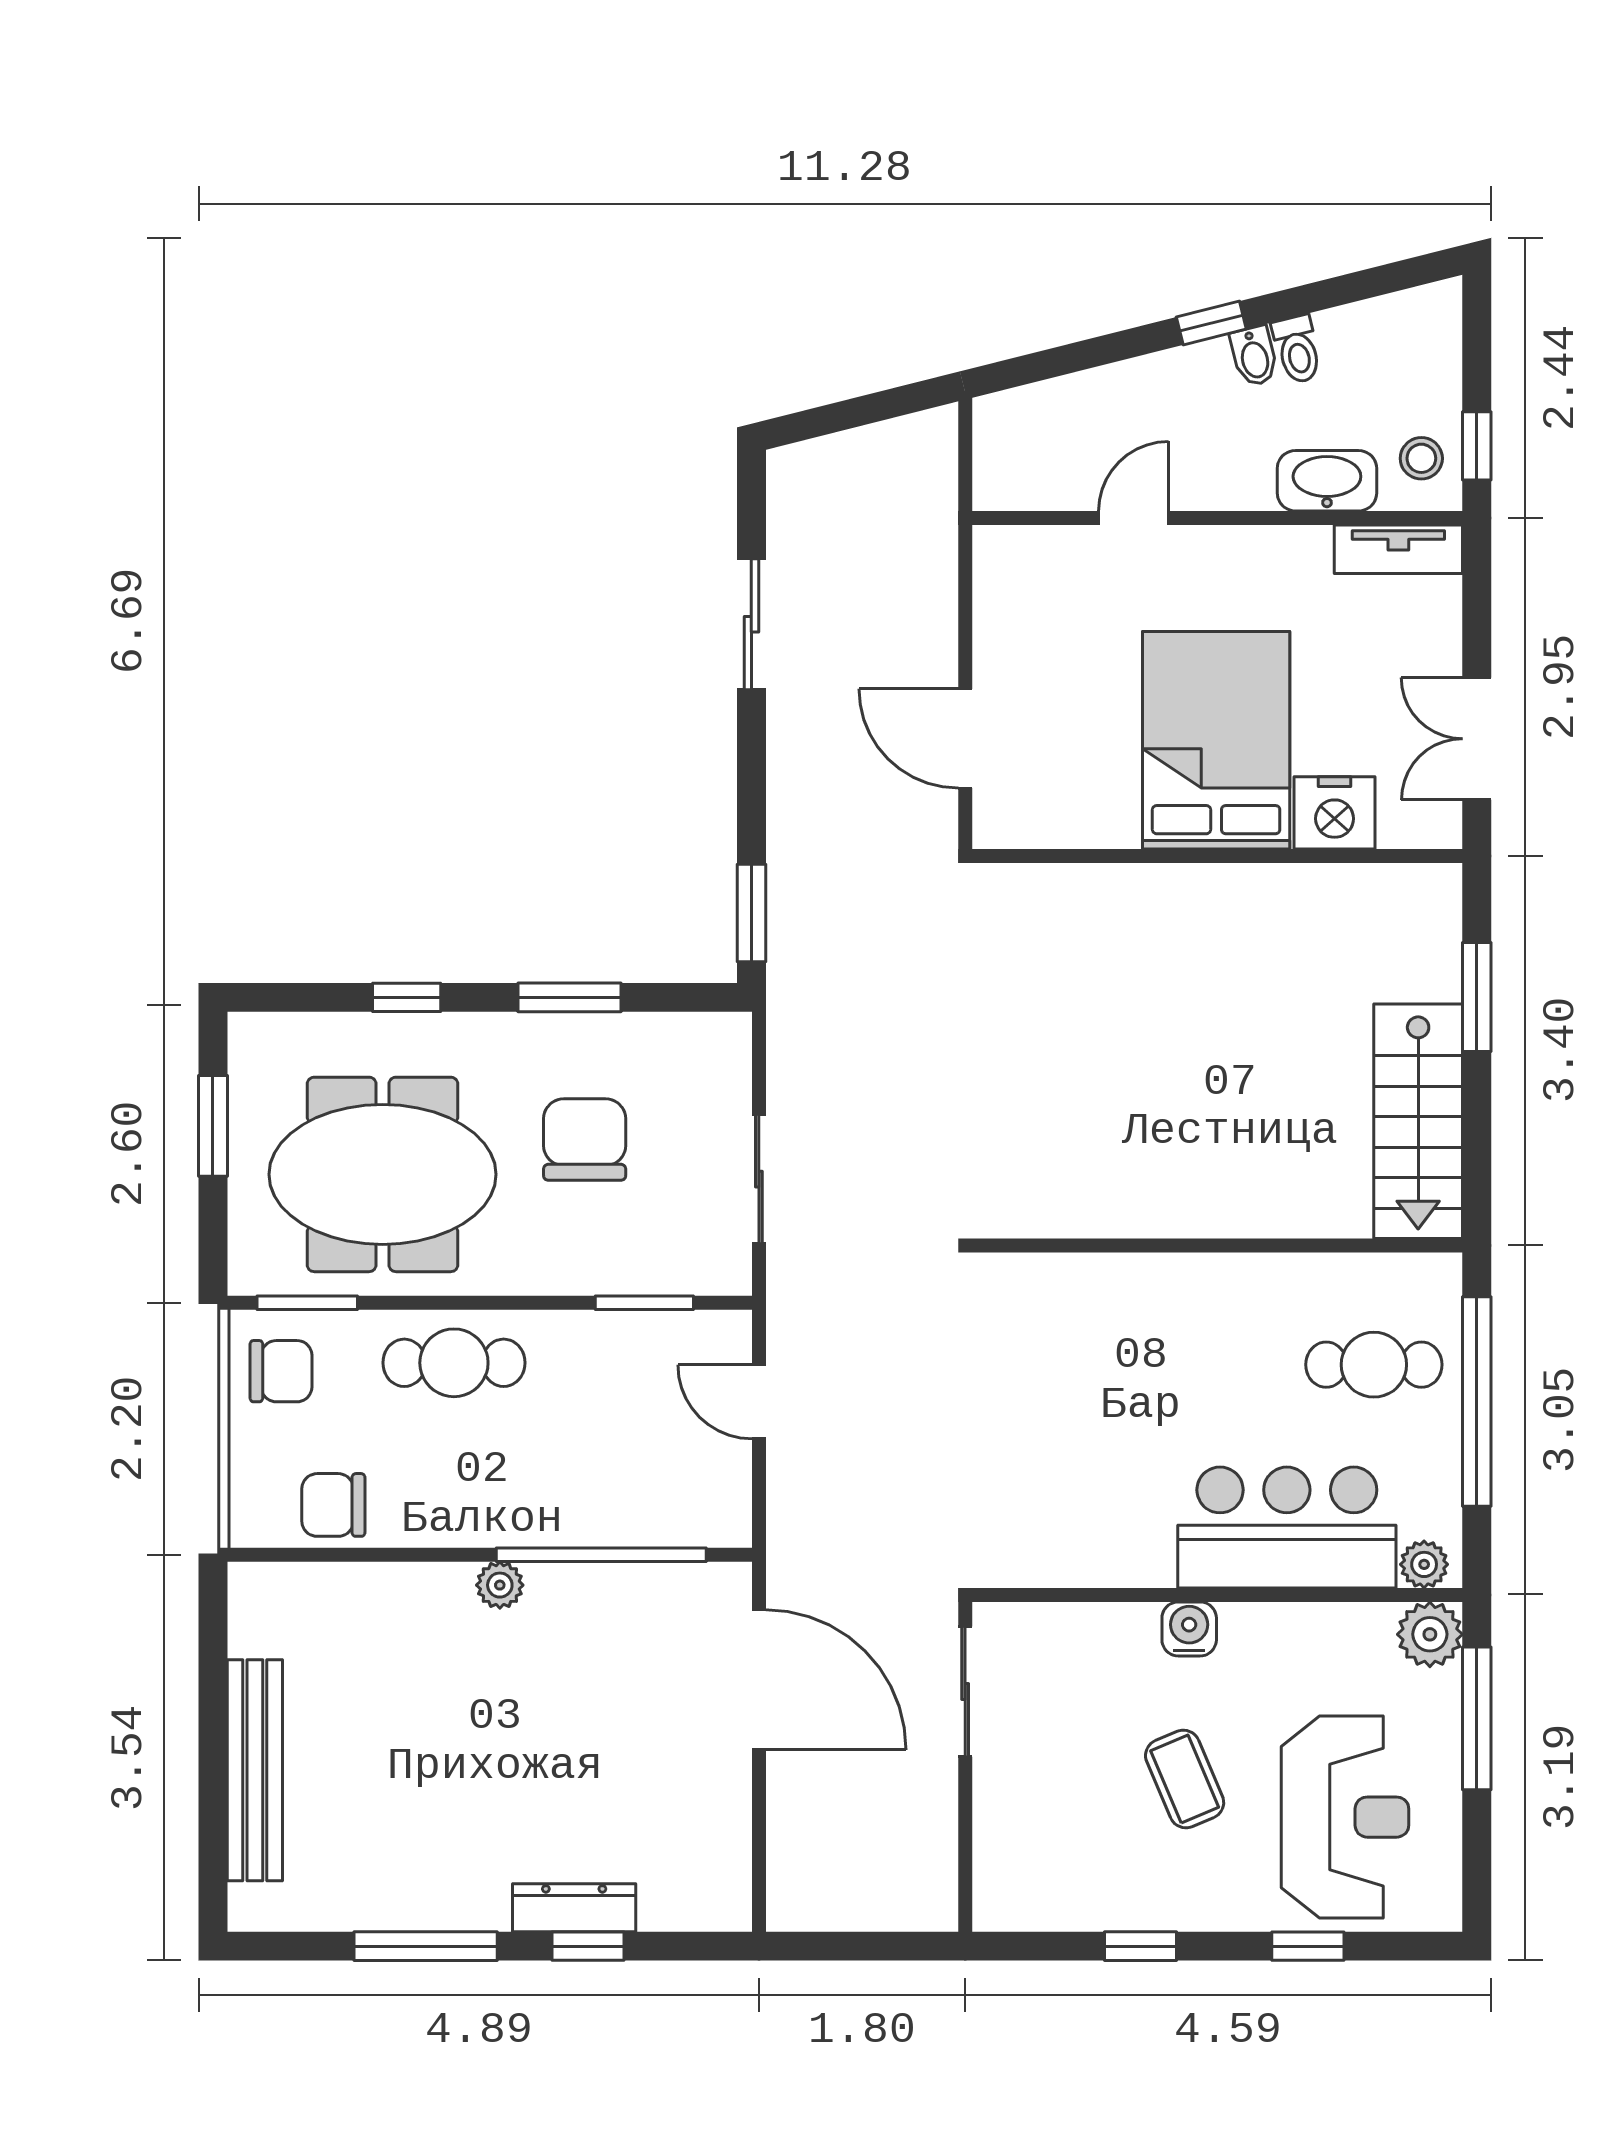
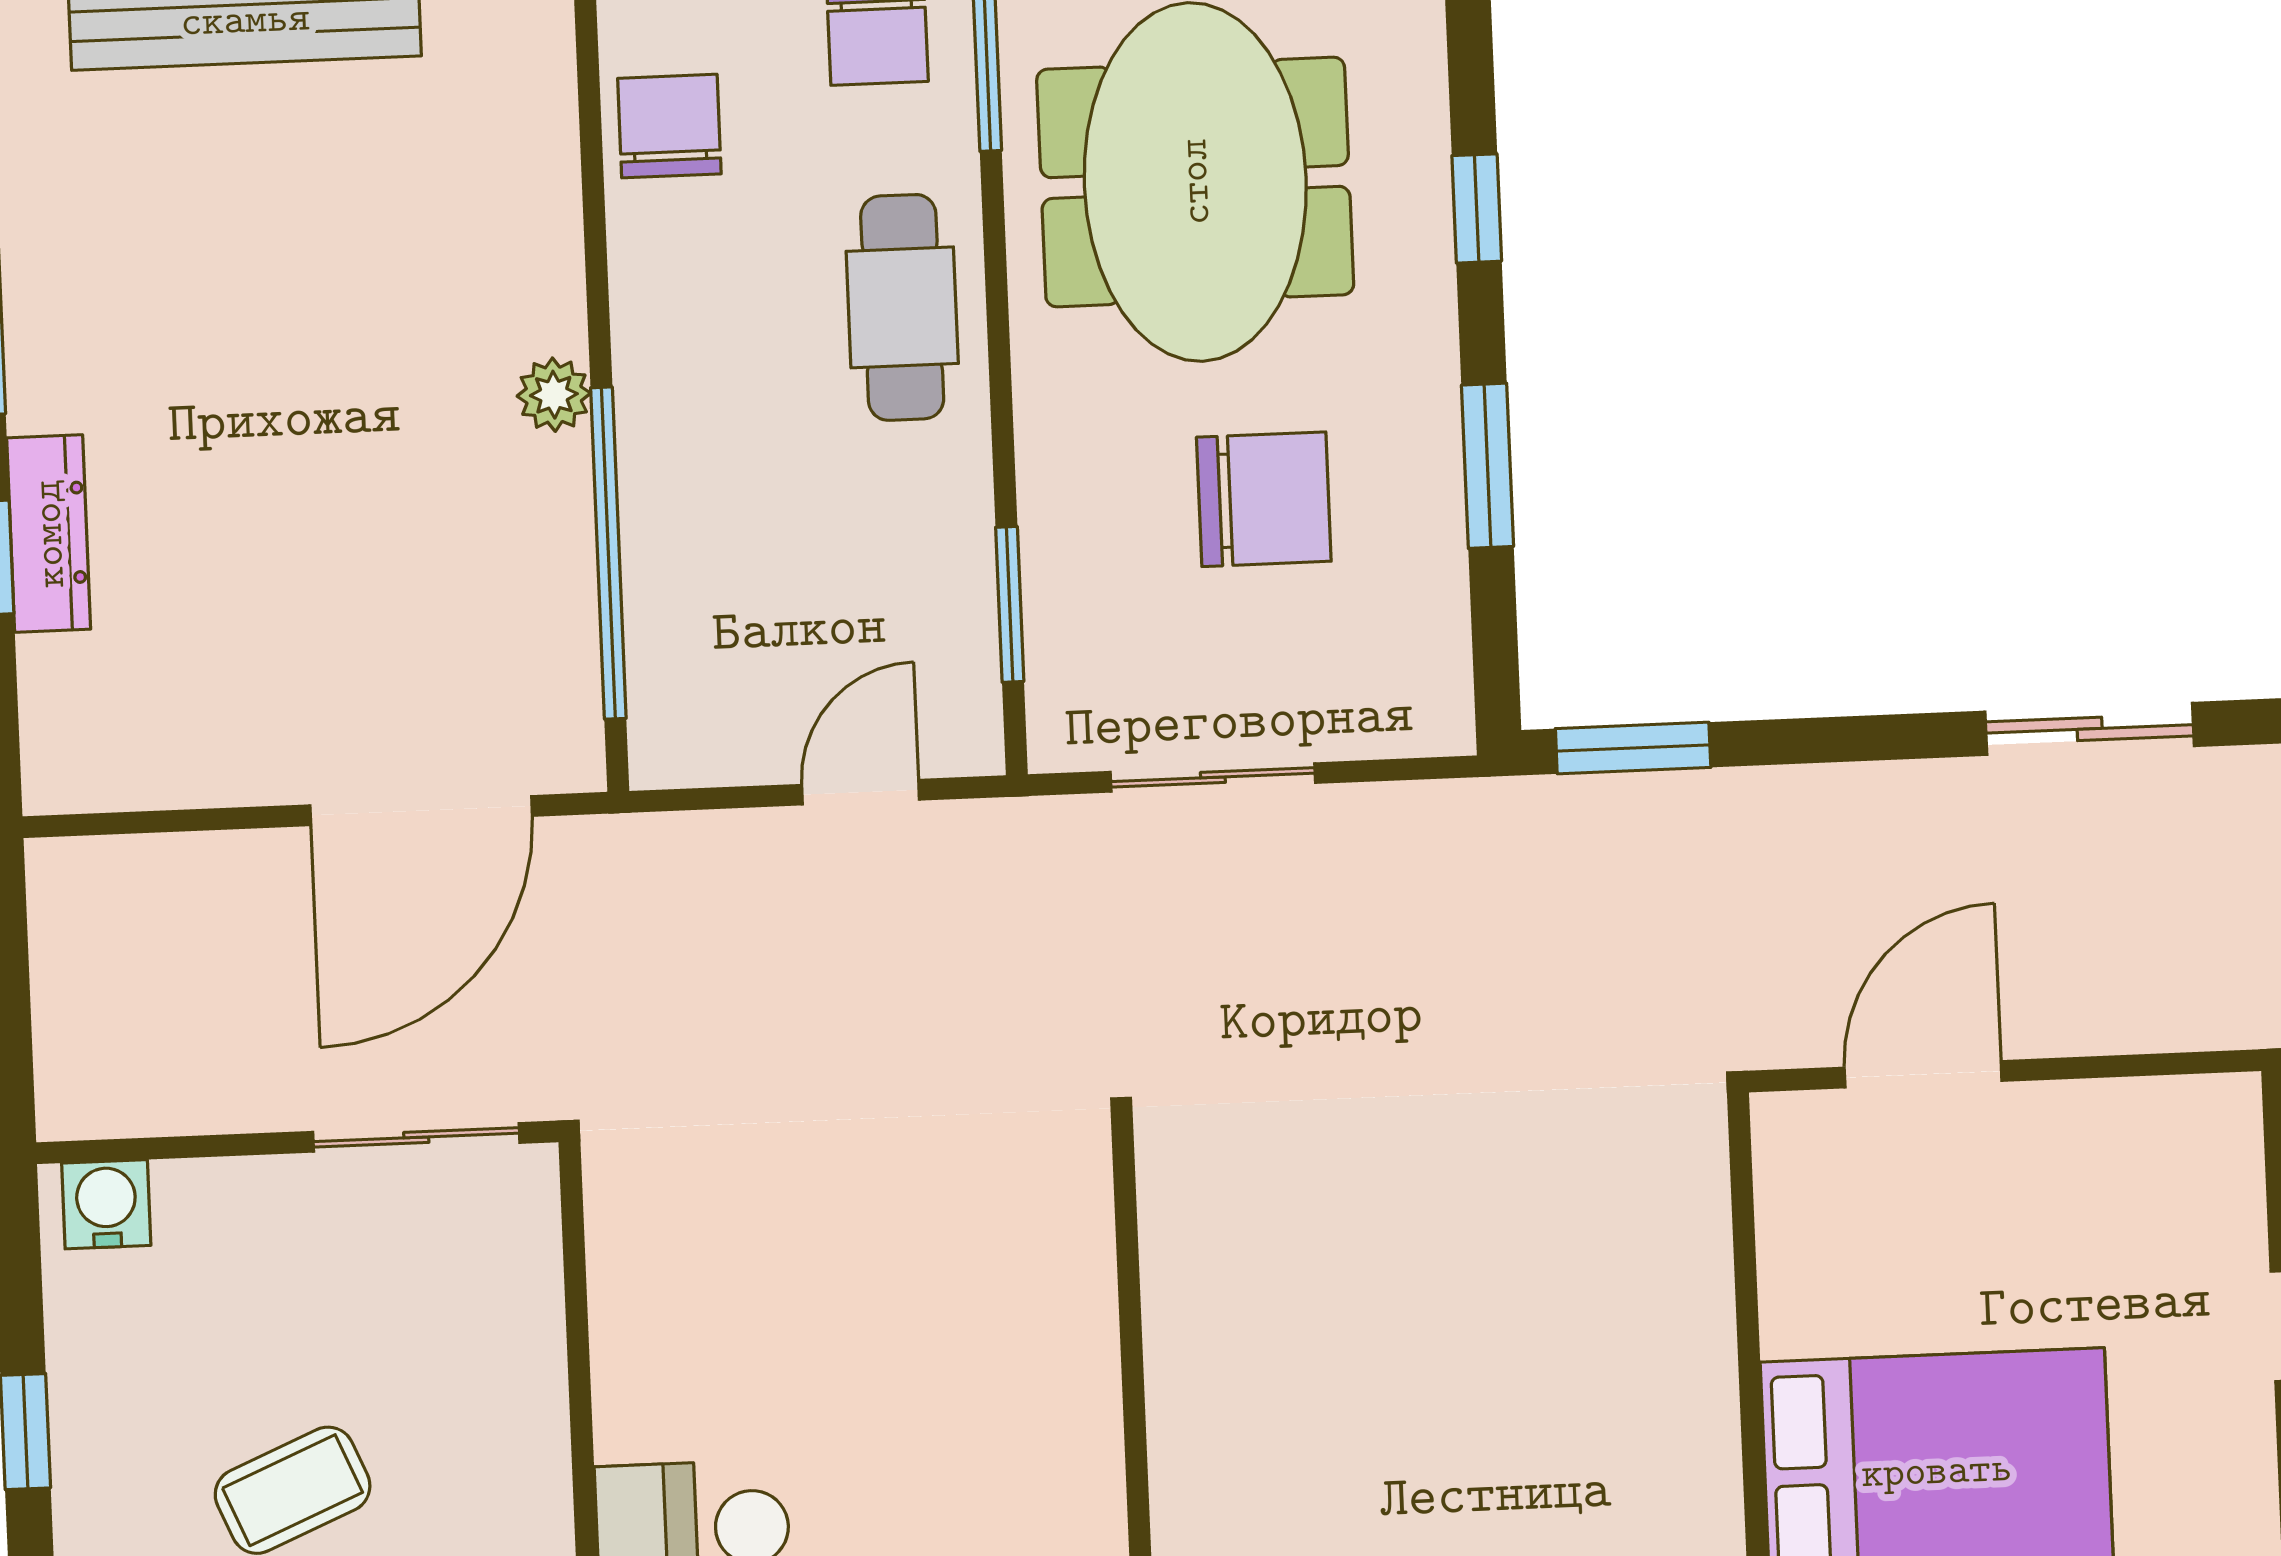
water cooler: (1189, 1629) -> (106, 1204), moved, turned -90

